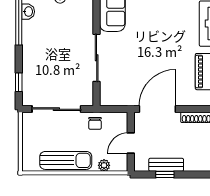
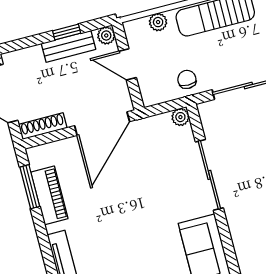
plant: (106, 100) -> (180, 117), added
door: (131, 143) -> (128, 64), swing flipped
plant: (140, 165) -> (106, 35), added

